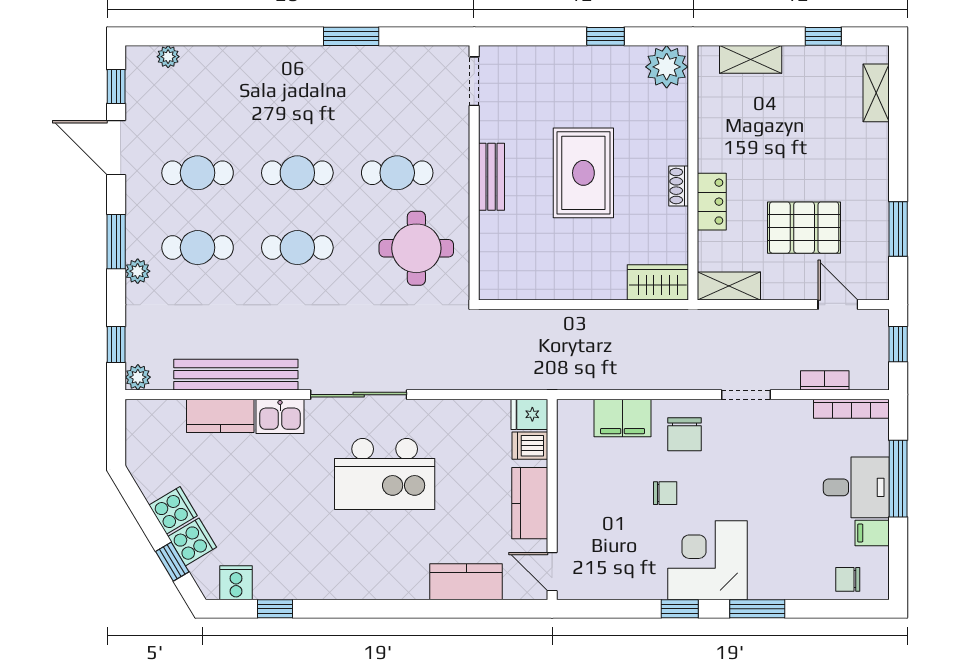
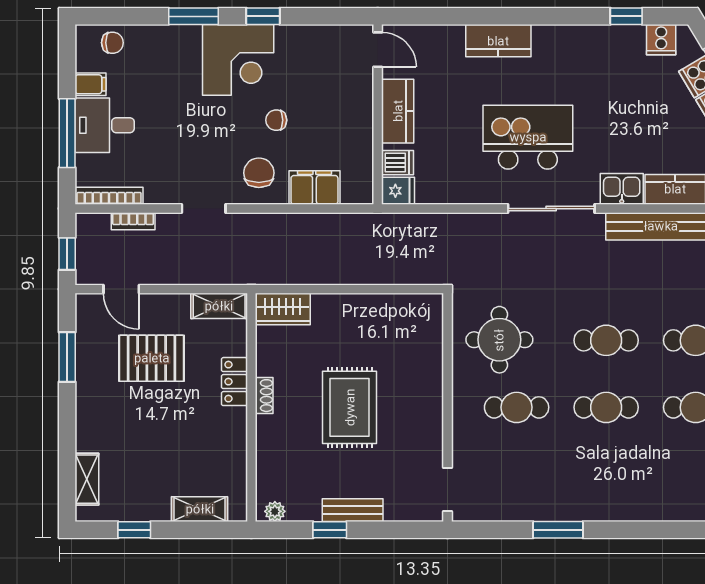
plant: (667, 67) -> (275, 511), width x0.53, depth x0.53
bench: (492, 177) -> (353, 510), moved, turned 90
kitchen counter: (466, 582) -> (498, 41), moved

